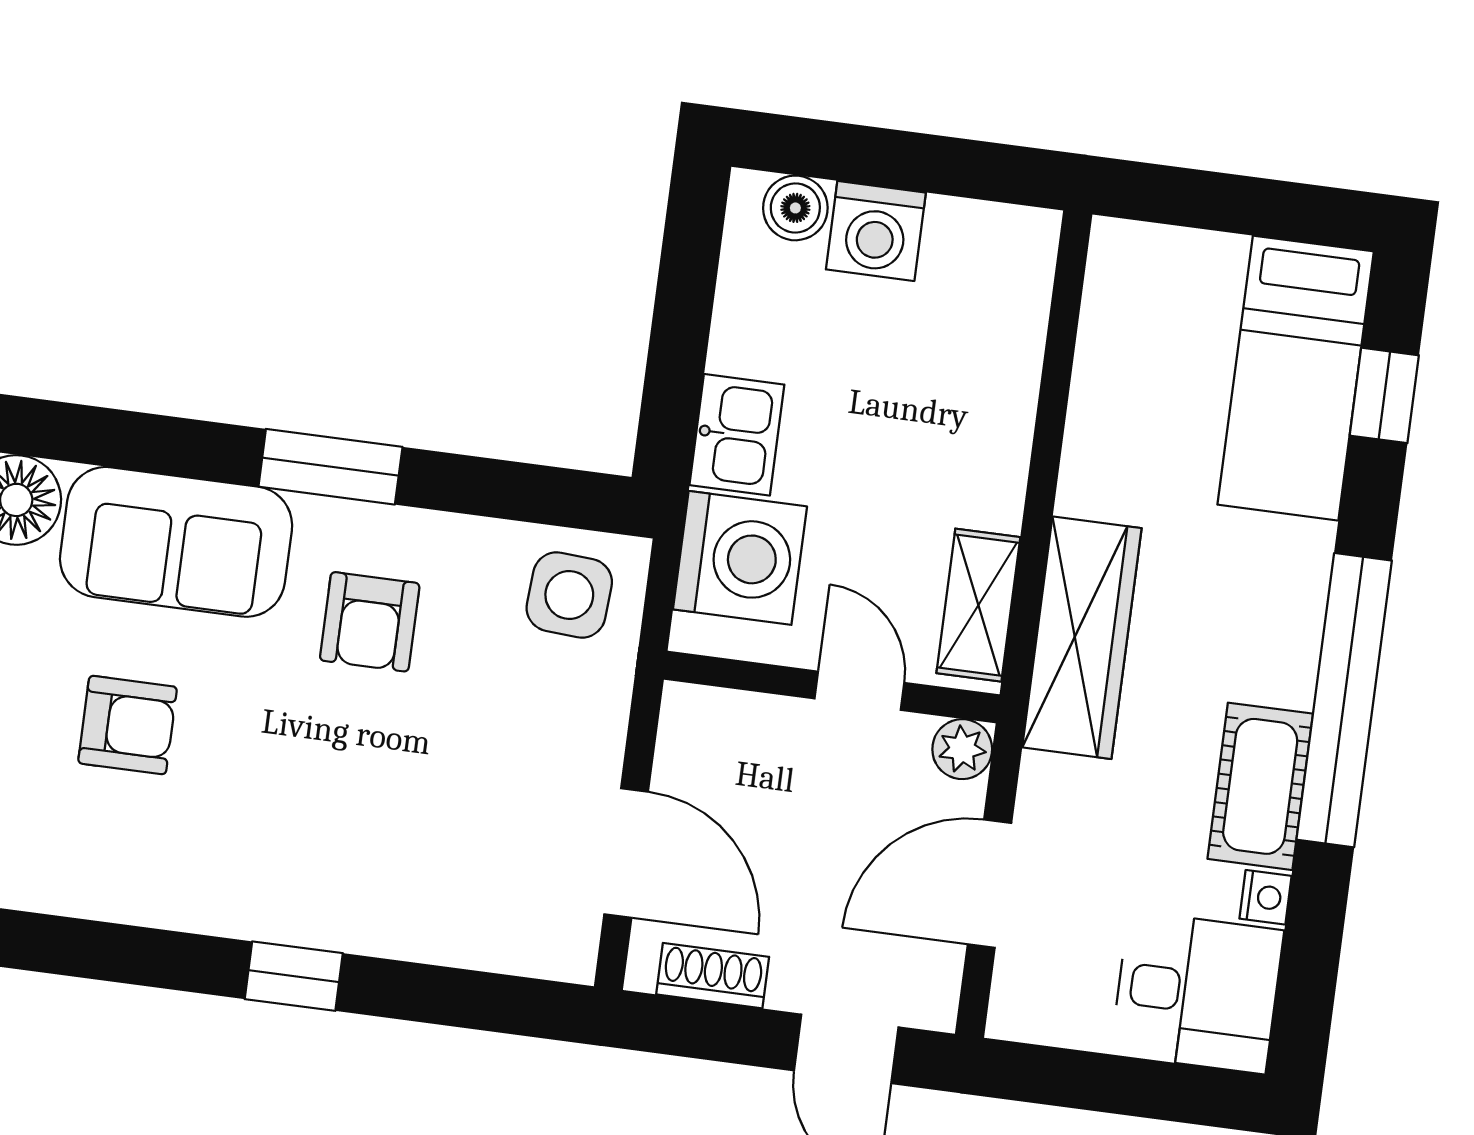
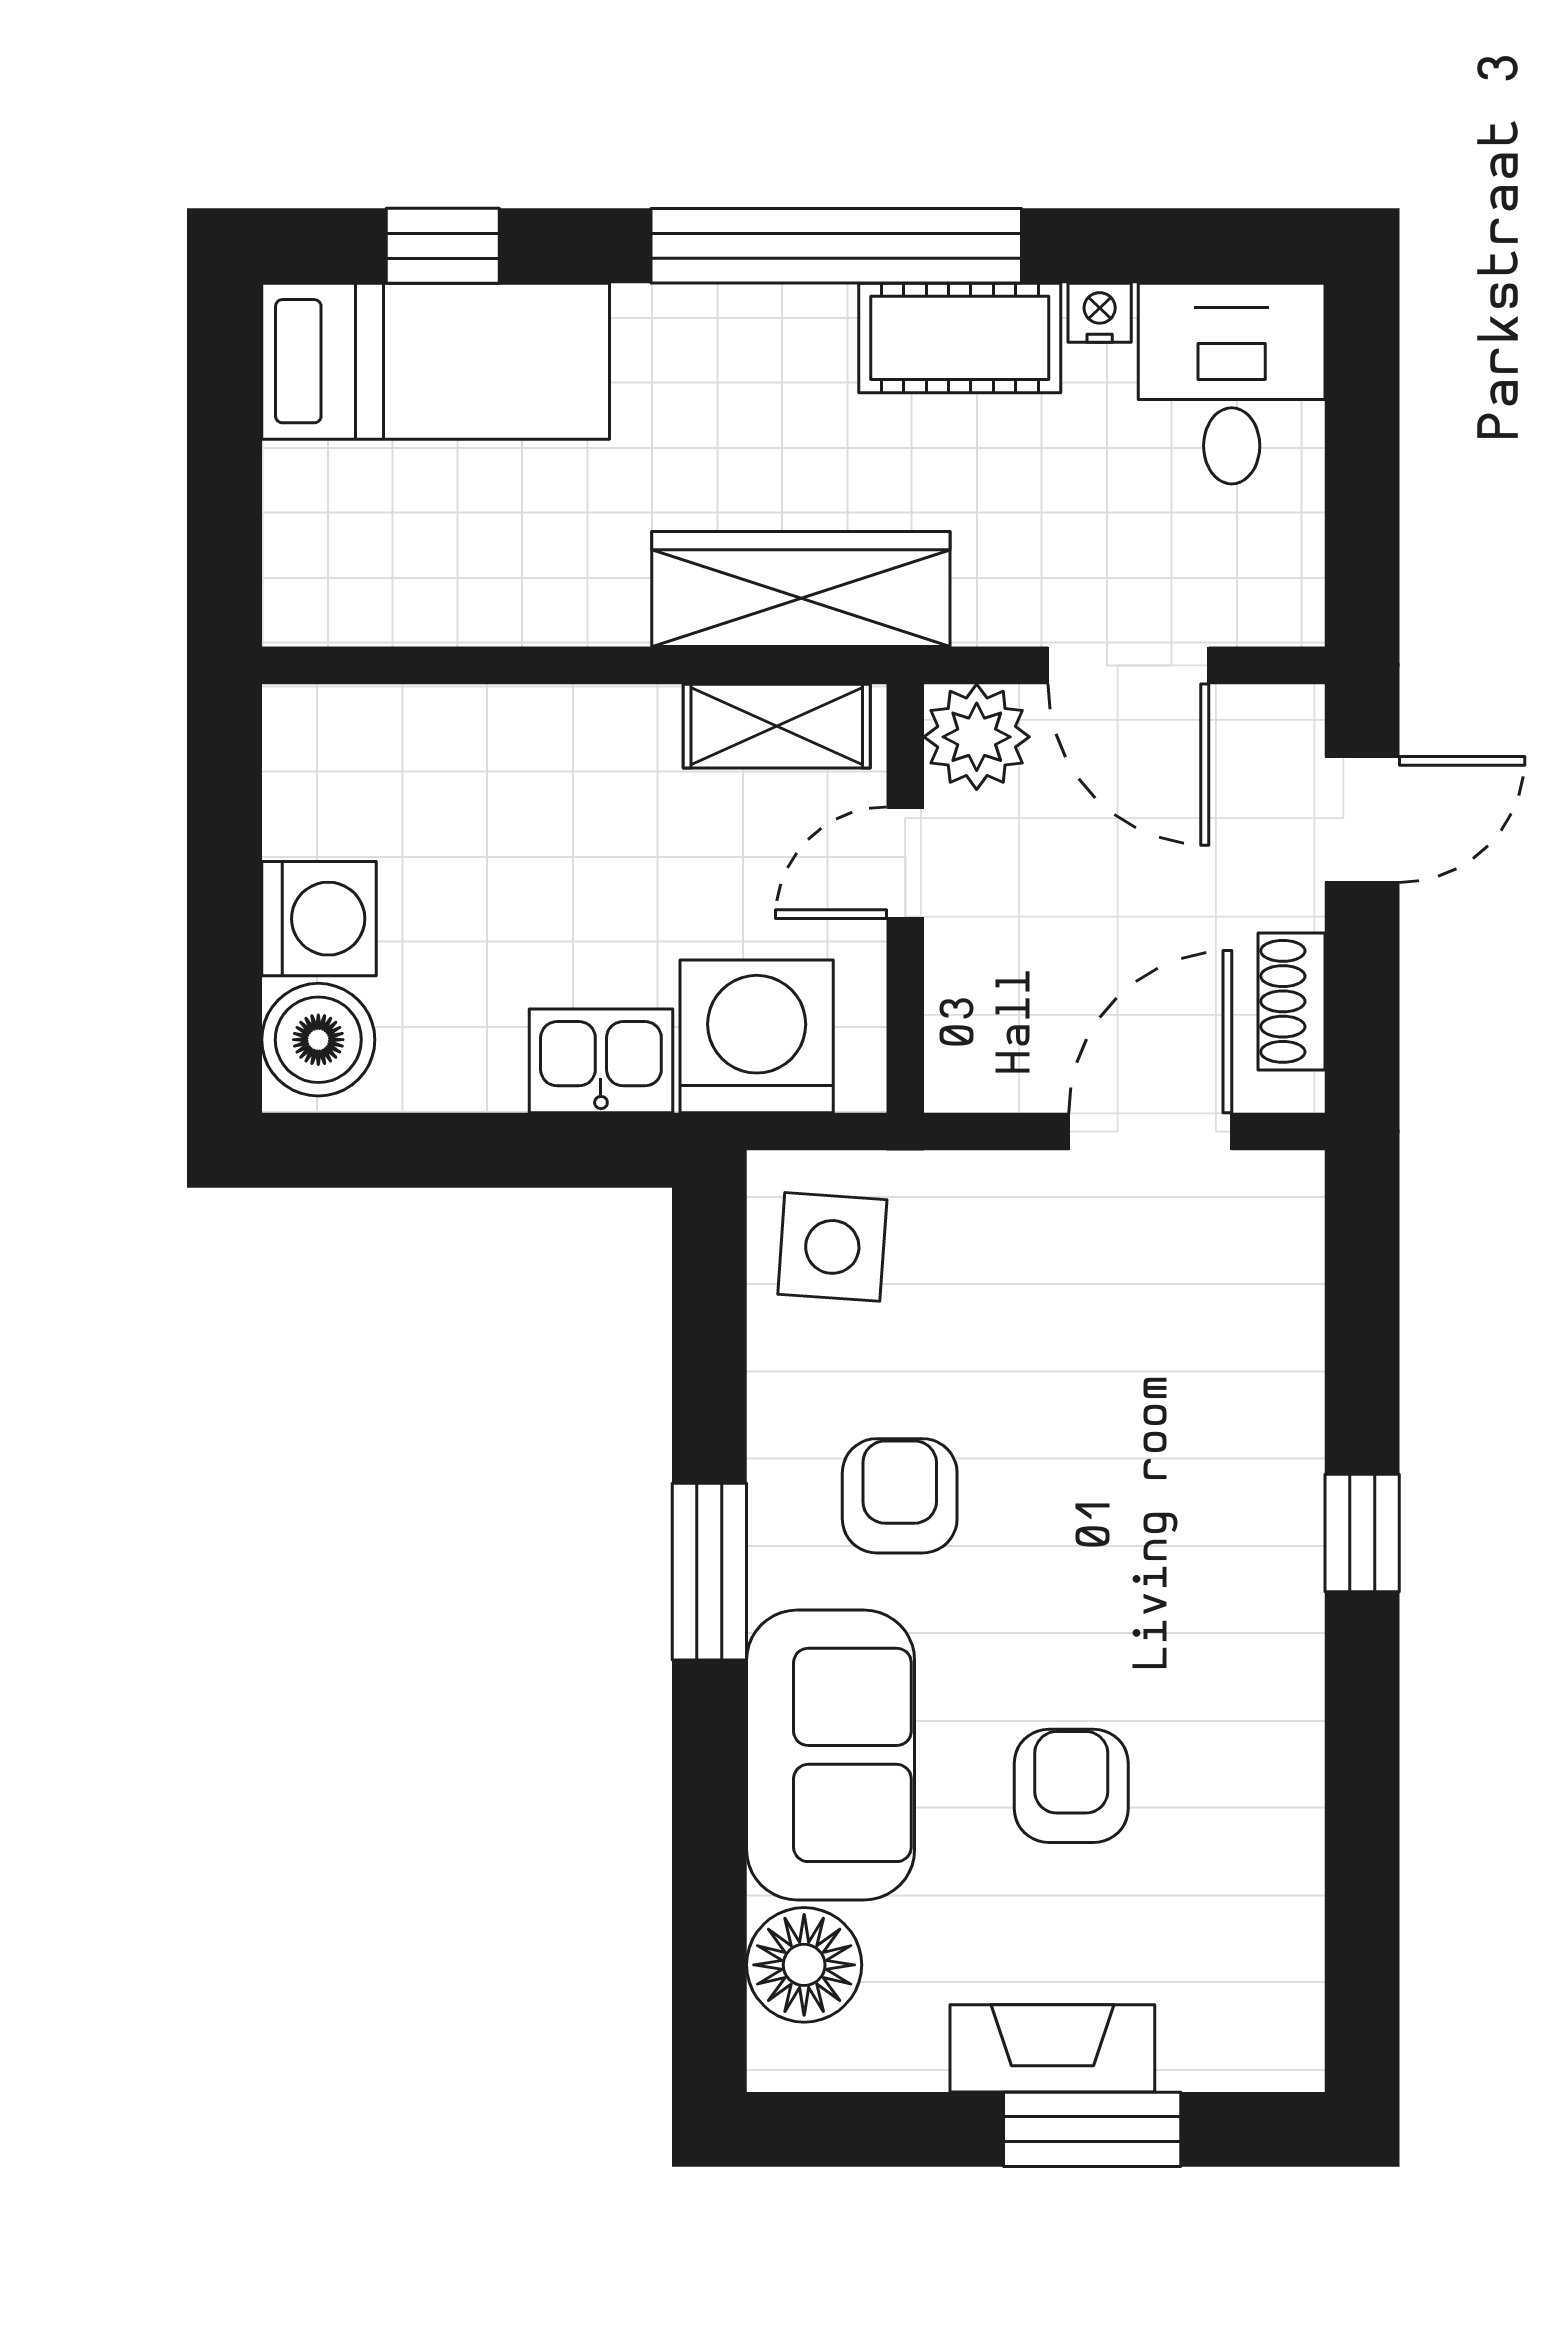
boiler: (795, 208) -> (318, 1040), width x1.36, depth x1.36
armchair: (370, 622) -> (900, 1496), turned -90
plant: (962, 749) -> (977, 737), width x1.38, depth x1.38

